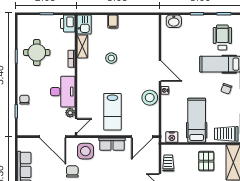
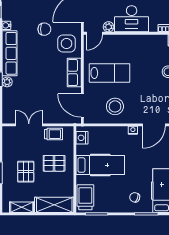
stool: (150, 98) -> (115, 106), moved
lab bench: (112, 112) -> (110, 73), turned 180
door: (76, 126) -> (94, 33), hinge flipped
pallet: (206, 161) -> (54, 163), moved

